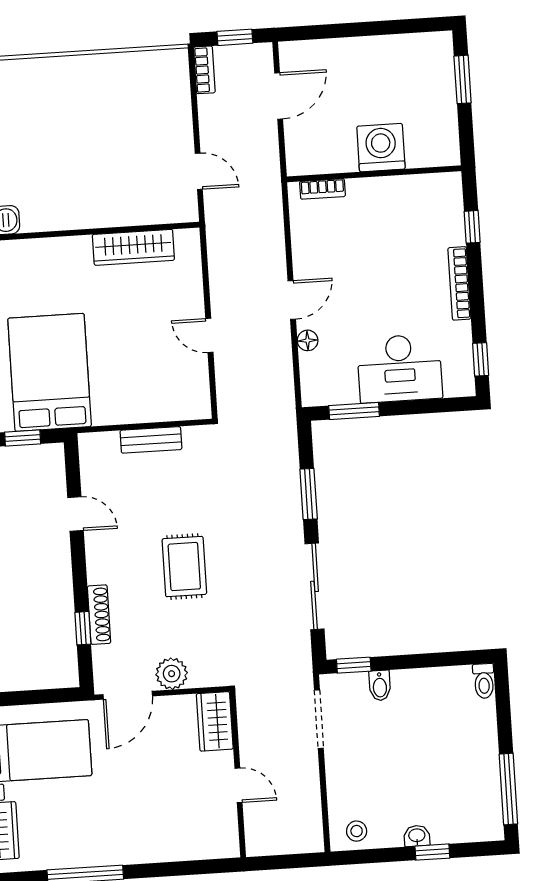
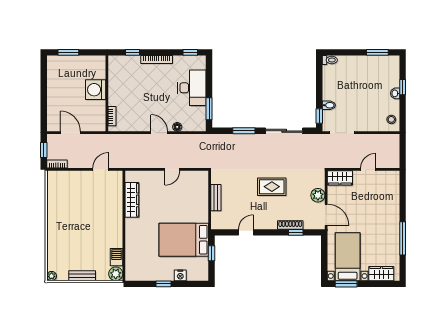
window: (508, 789) -> (377, 52), width x0.69

